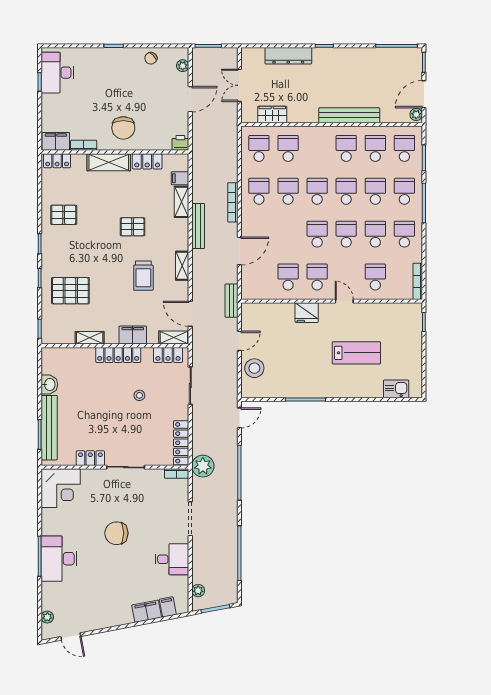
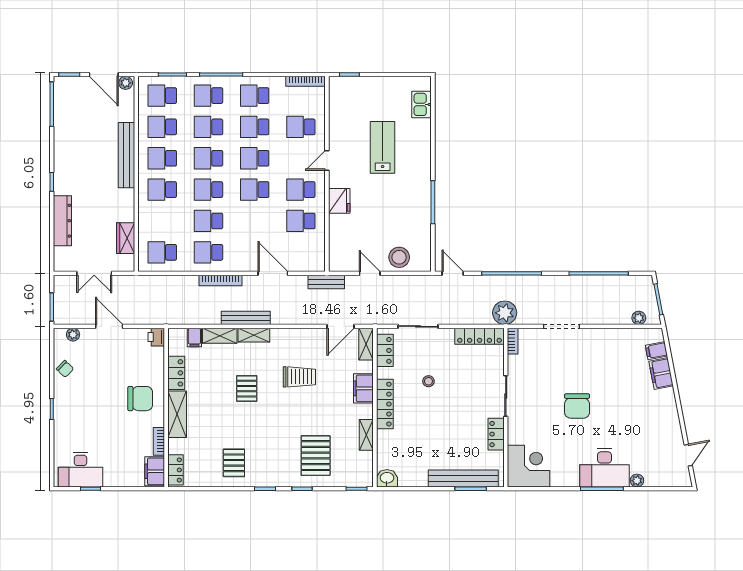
school desk: (288, 148) -> (162, 190), moved
shelving: (182, 266) -> (254, 335), moved
washbasin: (49, 385) -> (387, 478), moved
desk: (172, 559) -> (605, 346), removed
plant: (47, 617) -> (637, 481), moved

